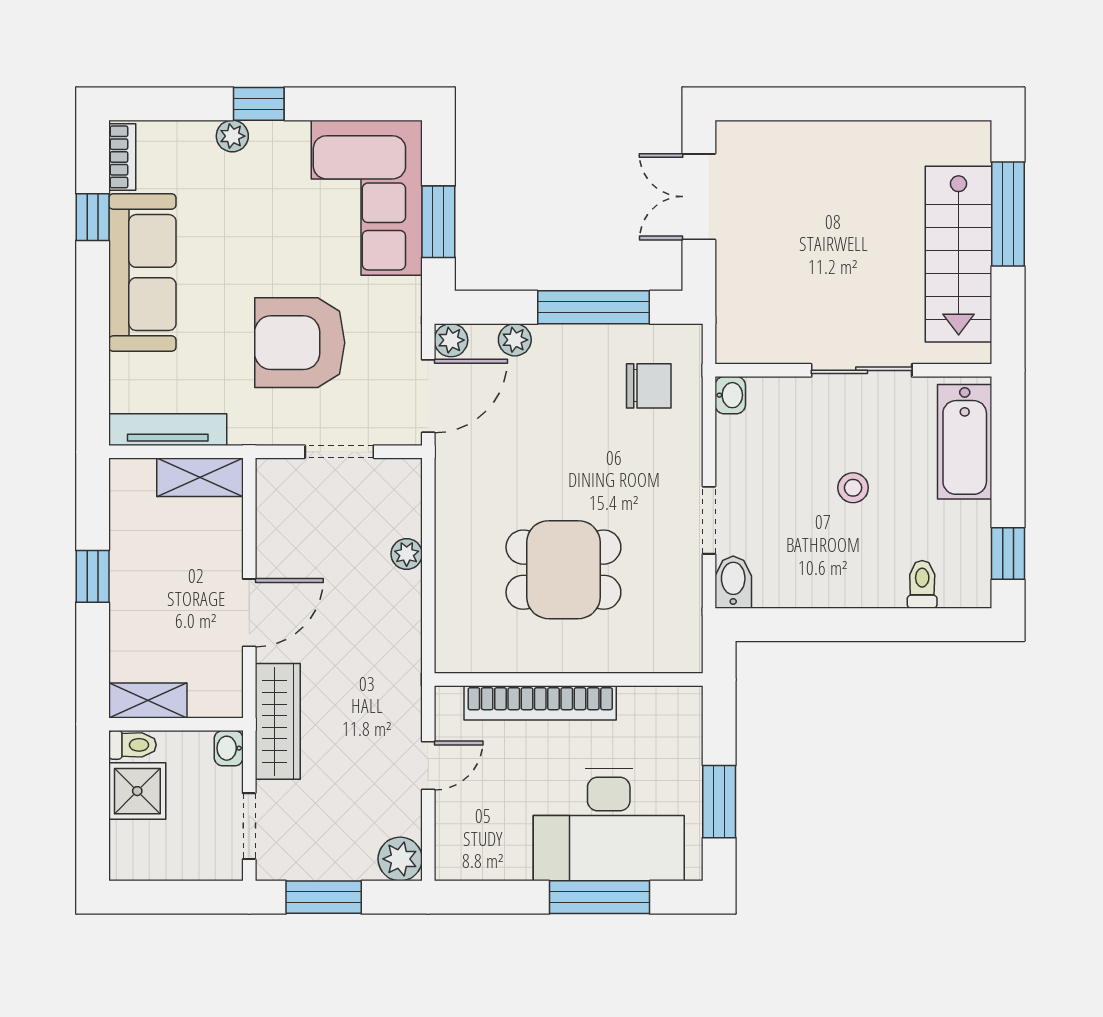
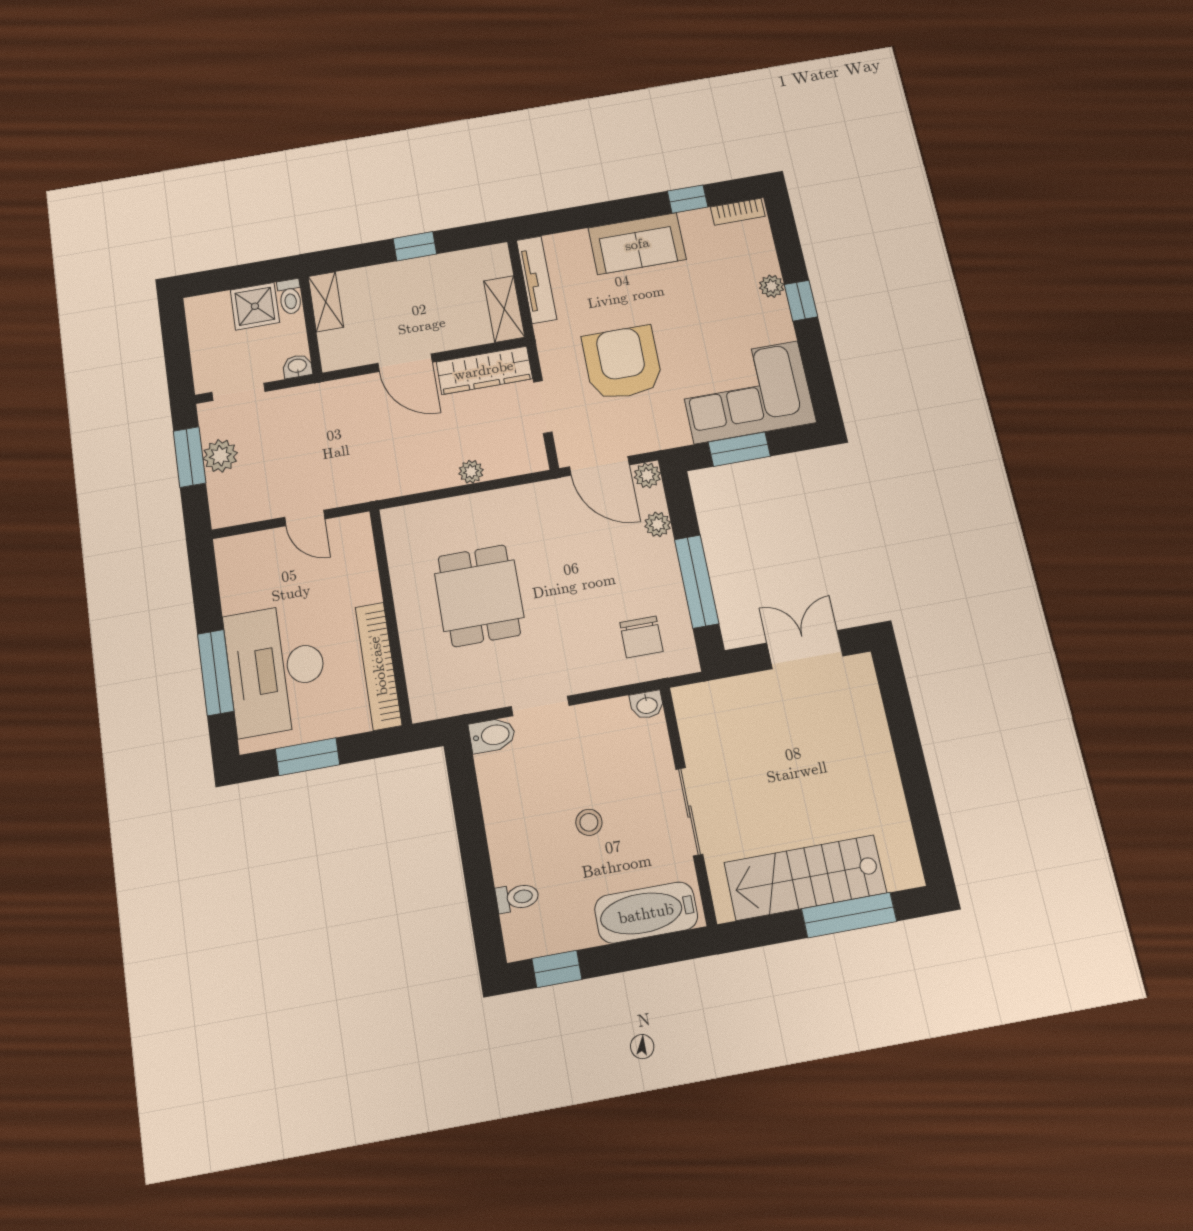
sofa: (142, 273) -> (637, 244), width x0.73
bookcase: (540, 703) -> (378, 666), moved
wardrobe: (278, 721) -> (484, 370), moved
plant: (400, 859) -> (220, 456), moved

